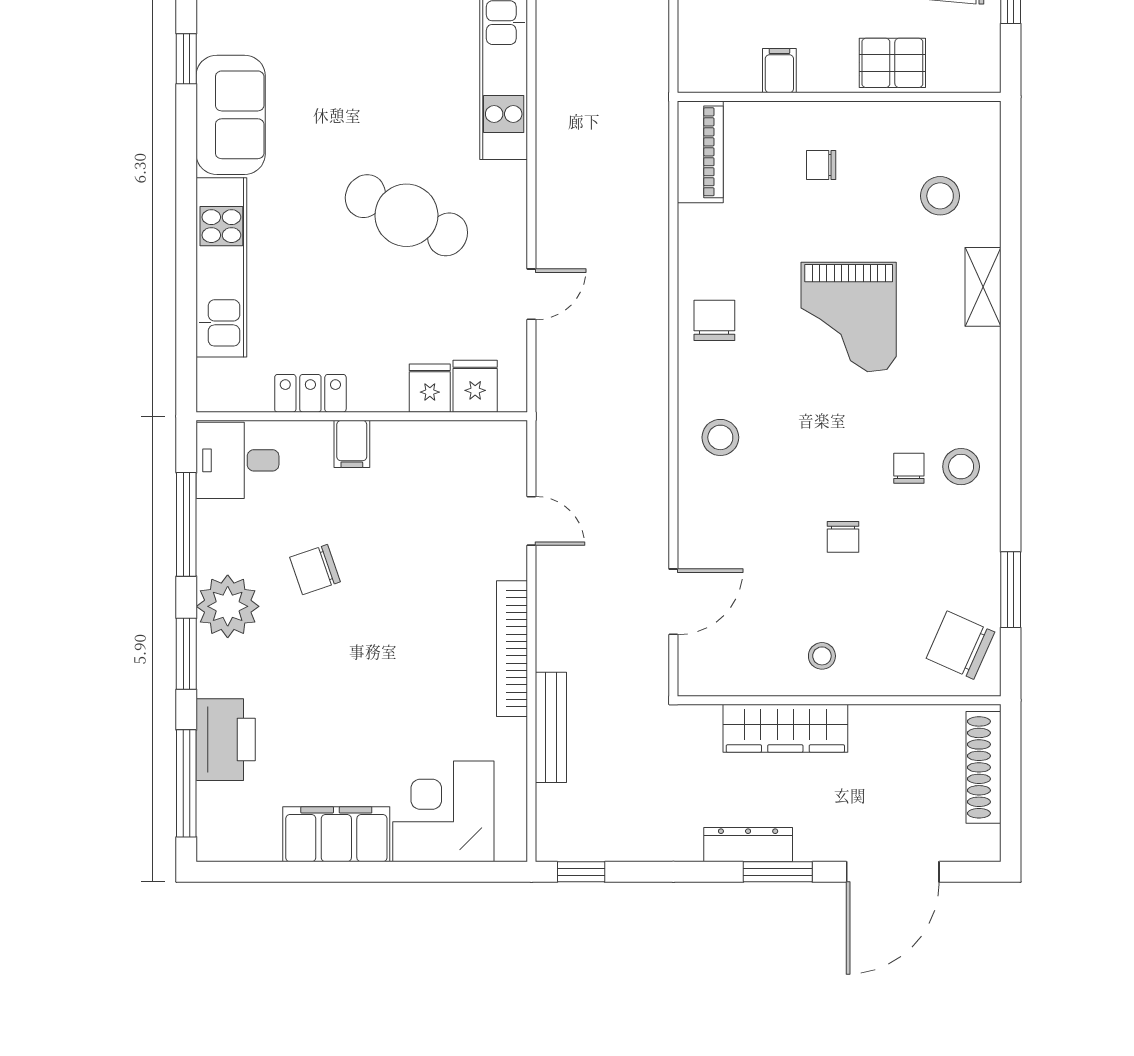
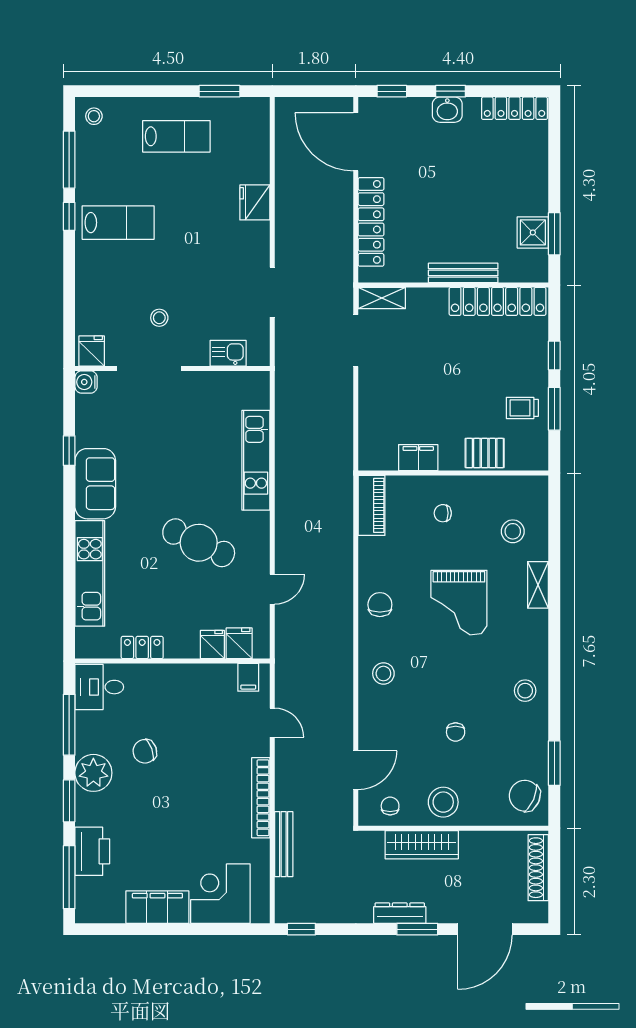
filing cabinet: (779, 71) -> (418, 458), width x2.00
filing cabinet: (352, 444) -> (248, 677), moved
chair: (909, 468) -> (390, 806), moved
stool: (822, 656) -> (443, 802), width x1.89, depth x1.89

